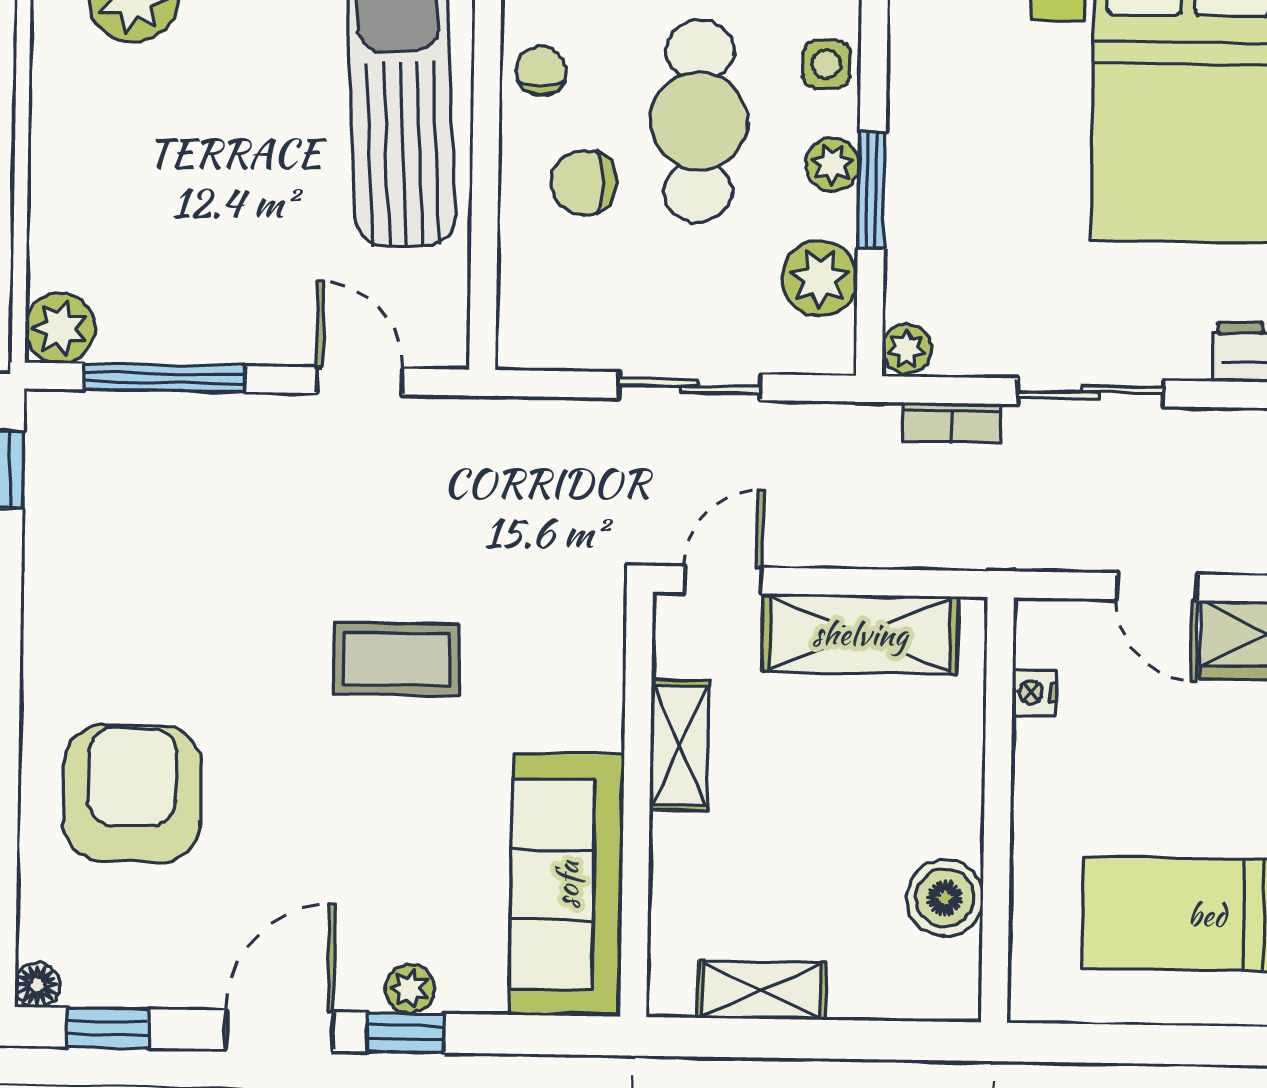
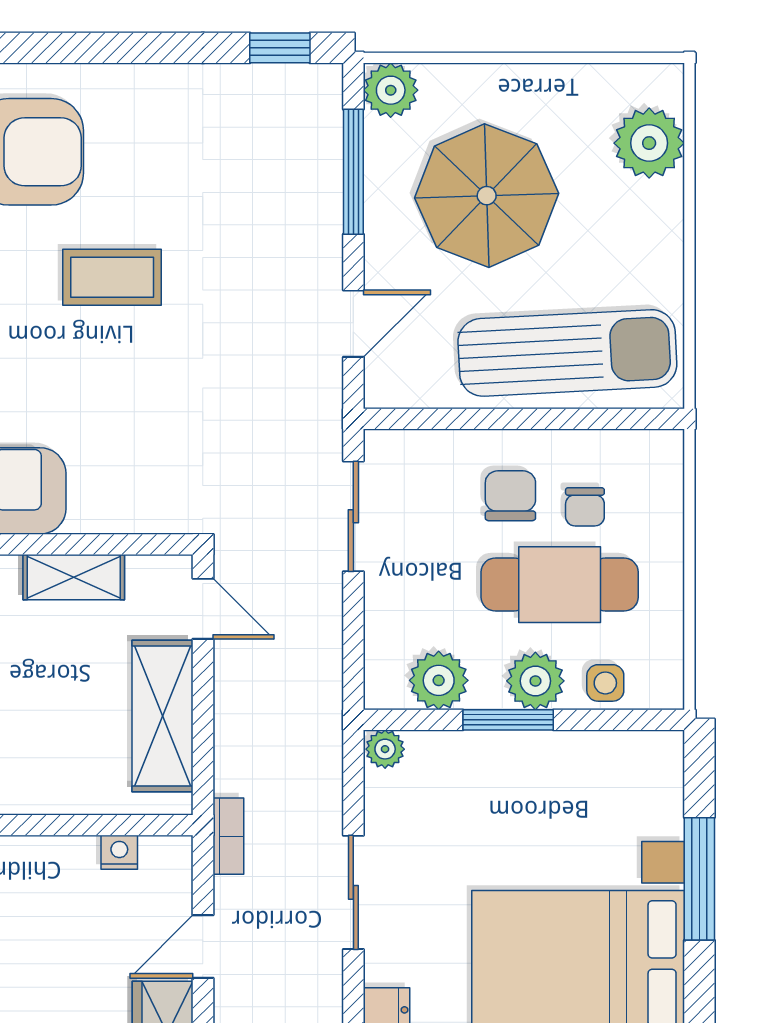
chair: (541, 71) -> (585, 507), moved, turned 90
plant: (832, 164) -> (535, 681), width x1.38, depth x1.38
parasol: (198, 207) -> (487, 196), added
sliding door: (690, 386) -> (353, 516), moved
bookcase: (952, 423) -> (228, 836), moved, turned 180
coffee table: (396, 659) -> (112, 277), moved, turned 90

